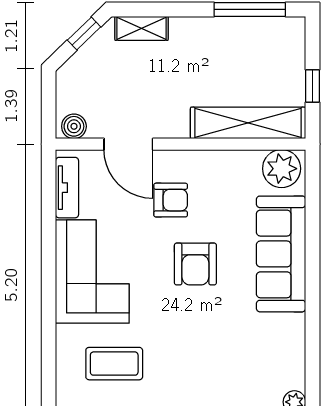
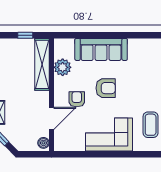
plant: (282, 169) -> (63, 67), moved
tv unit: (67, 188) -> (71, 146), removed

